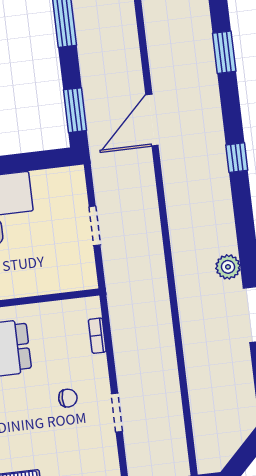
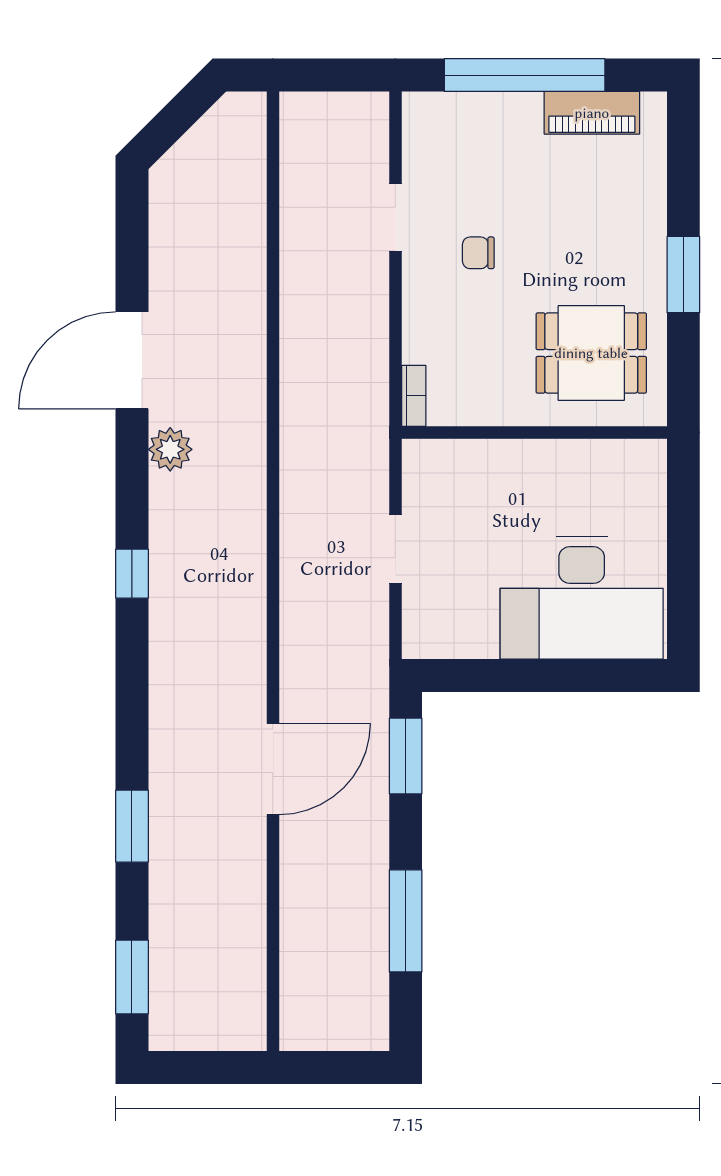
door: (152, 120) -> (273, 769), moved
window: (237, 158) -> (132, 574), moved
bookcase: (97, 336) -> (414, 396), moved

